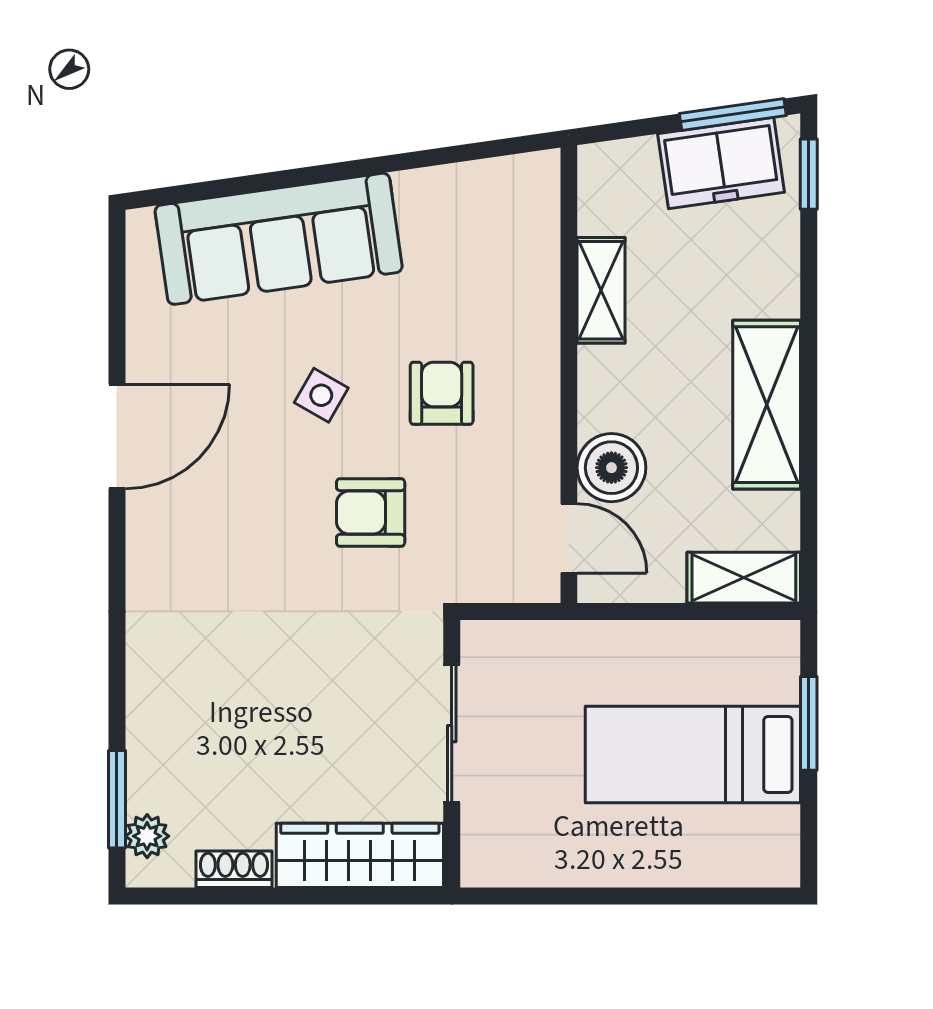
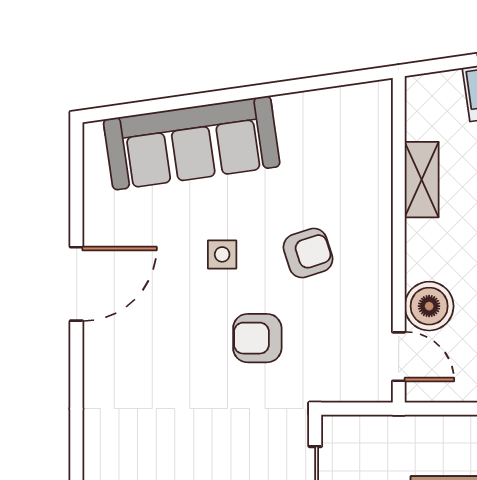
armchair: (442, 393) -> (308, 253), turned 72
side table: (321, 395) -> (222, 254), turned -30

